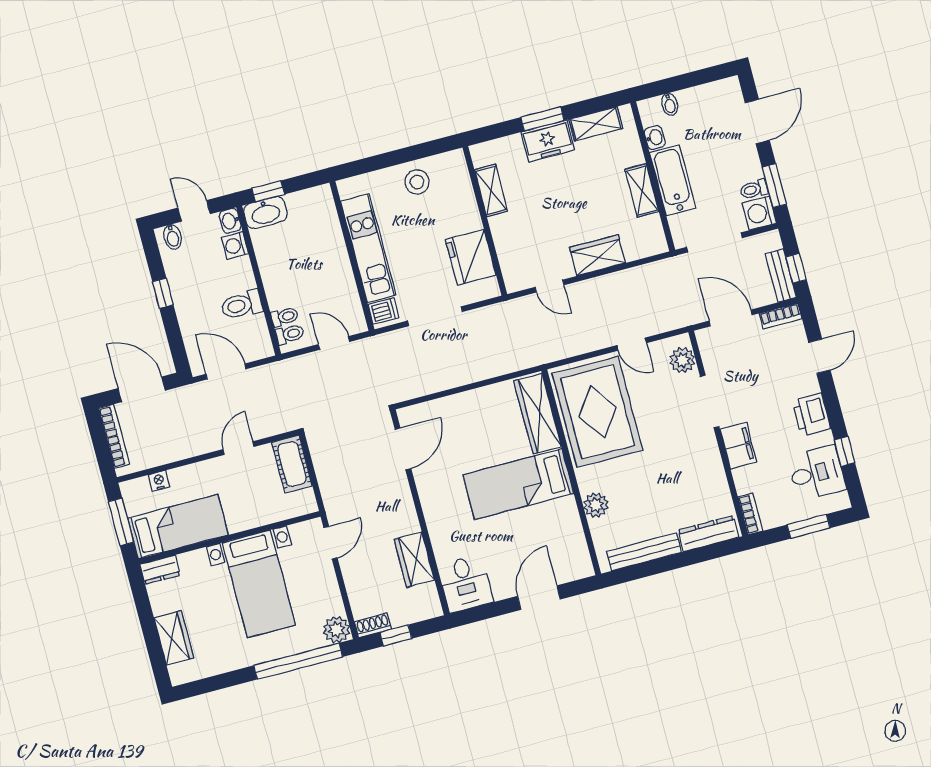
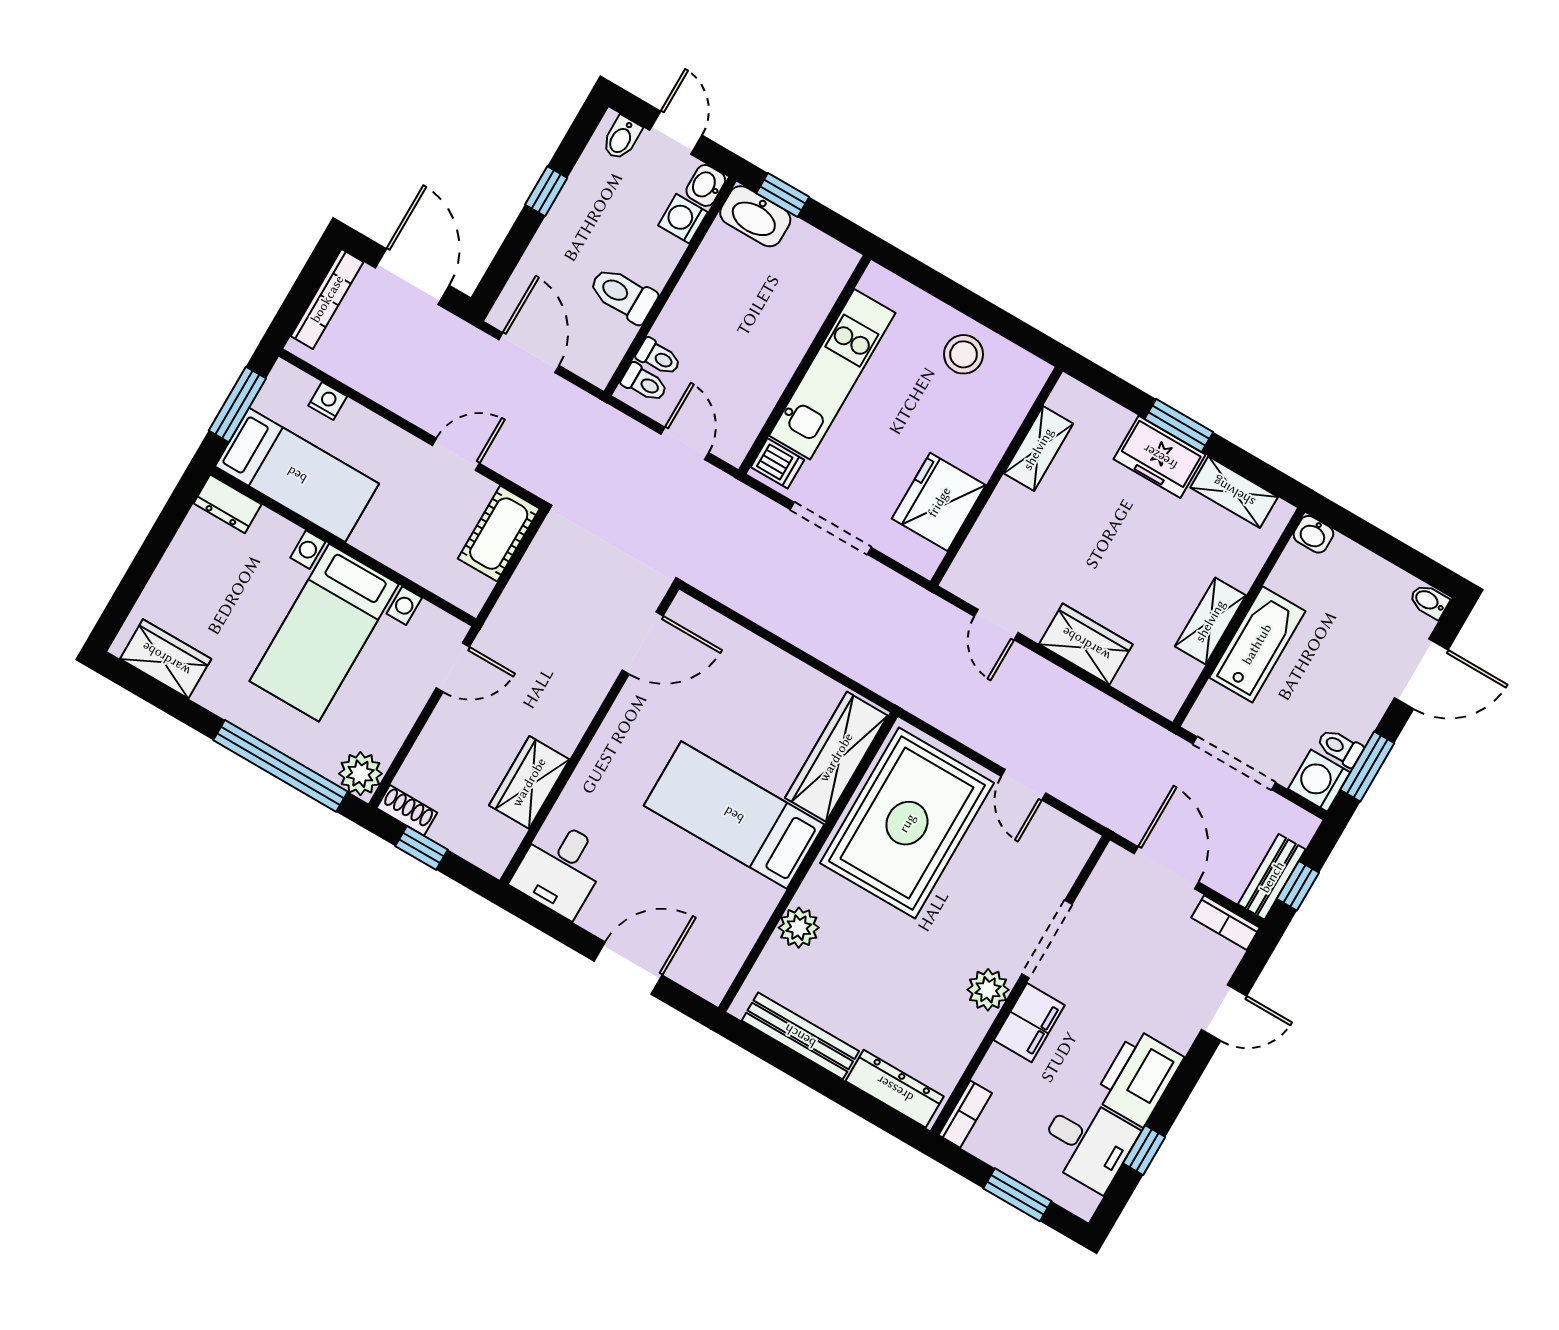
bidet: (670, 104) -> (1429, 601), moved, turned 90
washbasin: (655, 138) -> (1313, 534), moved, turned 90
plant: (682, 360) -> (988, 990), moved
printer: (811, 415) -> (1138, 1078), width x1.37, depth x1.19
wardrobe: (174, 638) -> (166, 659), moved, turned -90

